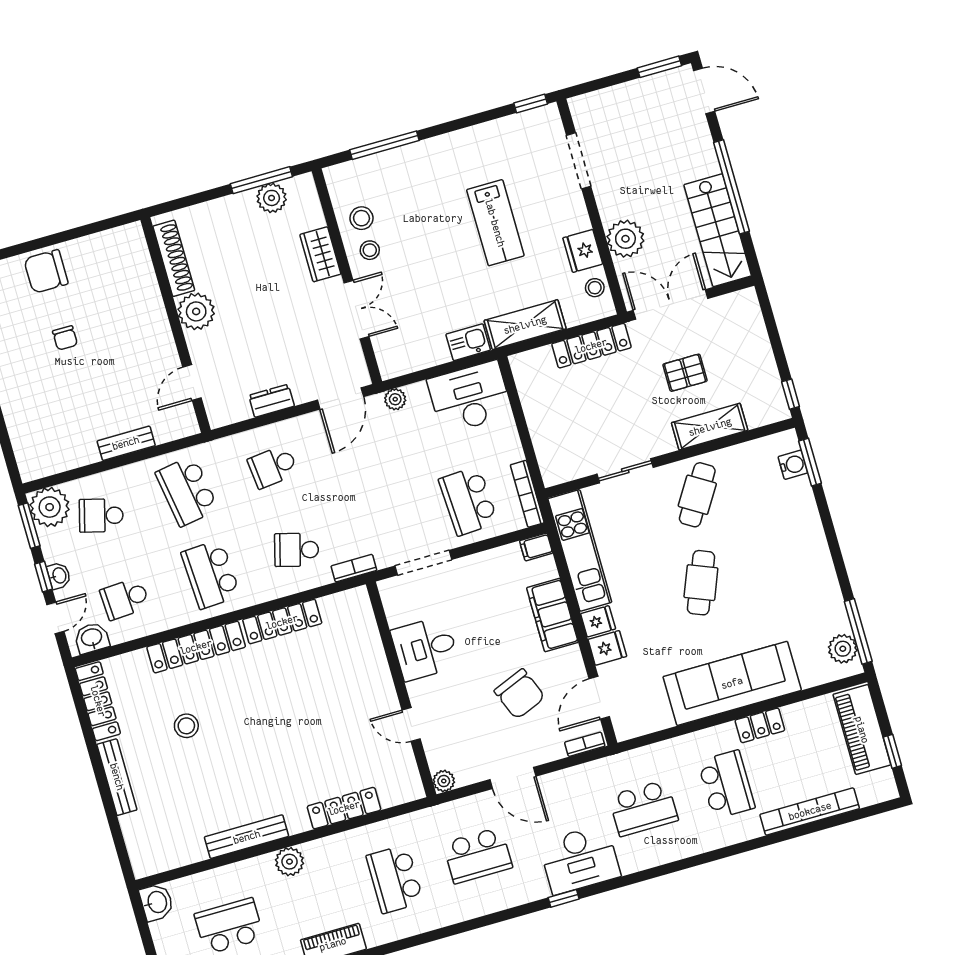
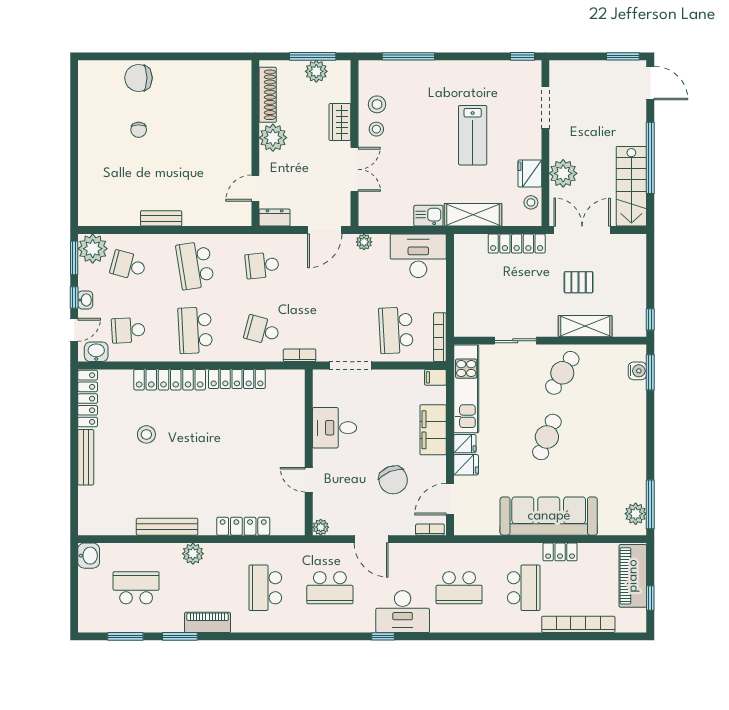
shoe rack: (174, 258) -> (268, 95), moved
plant: (196, 311) -> (273, 138), moved
wall: (176, 325) -> (255, 143), moved
door: (192, 383) -> (255, 188), moved

